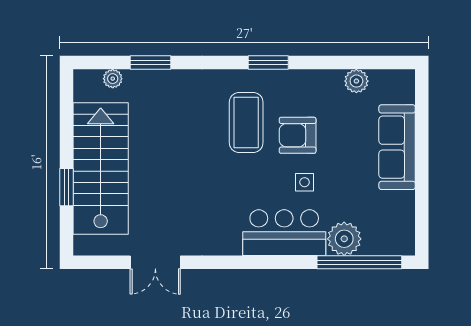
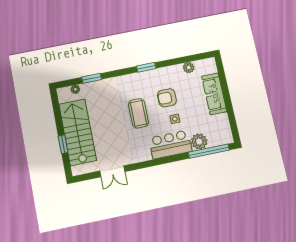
coffee table: (246, 122) -> (138, 113), moved

